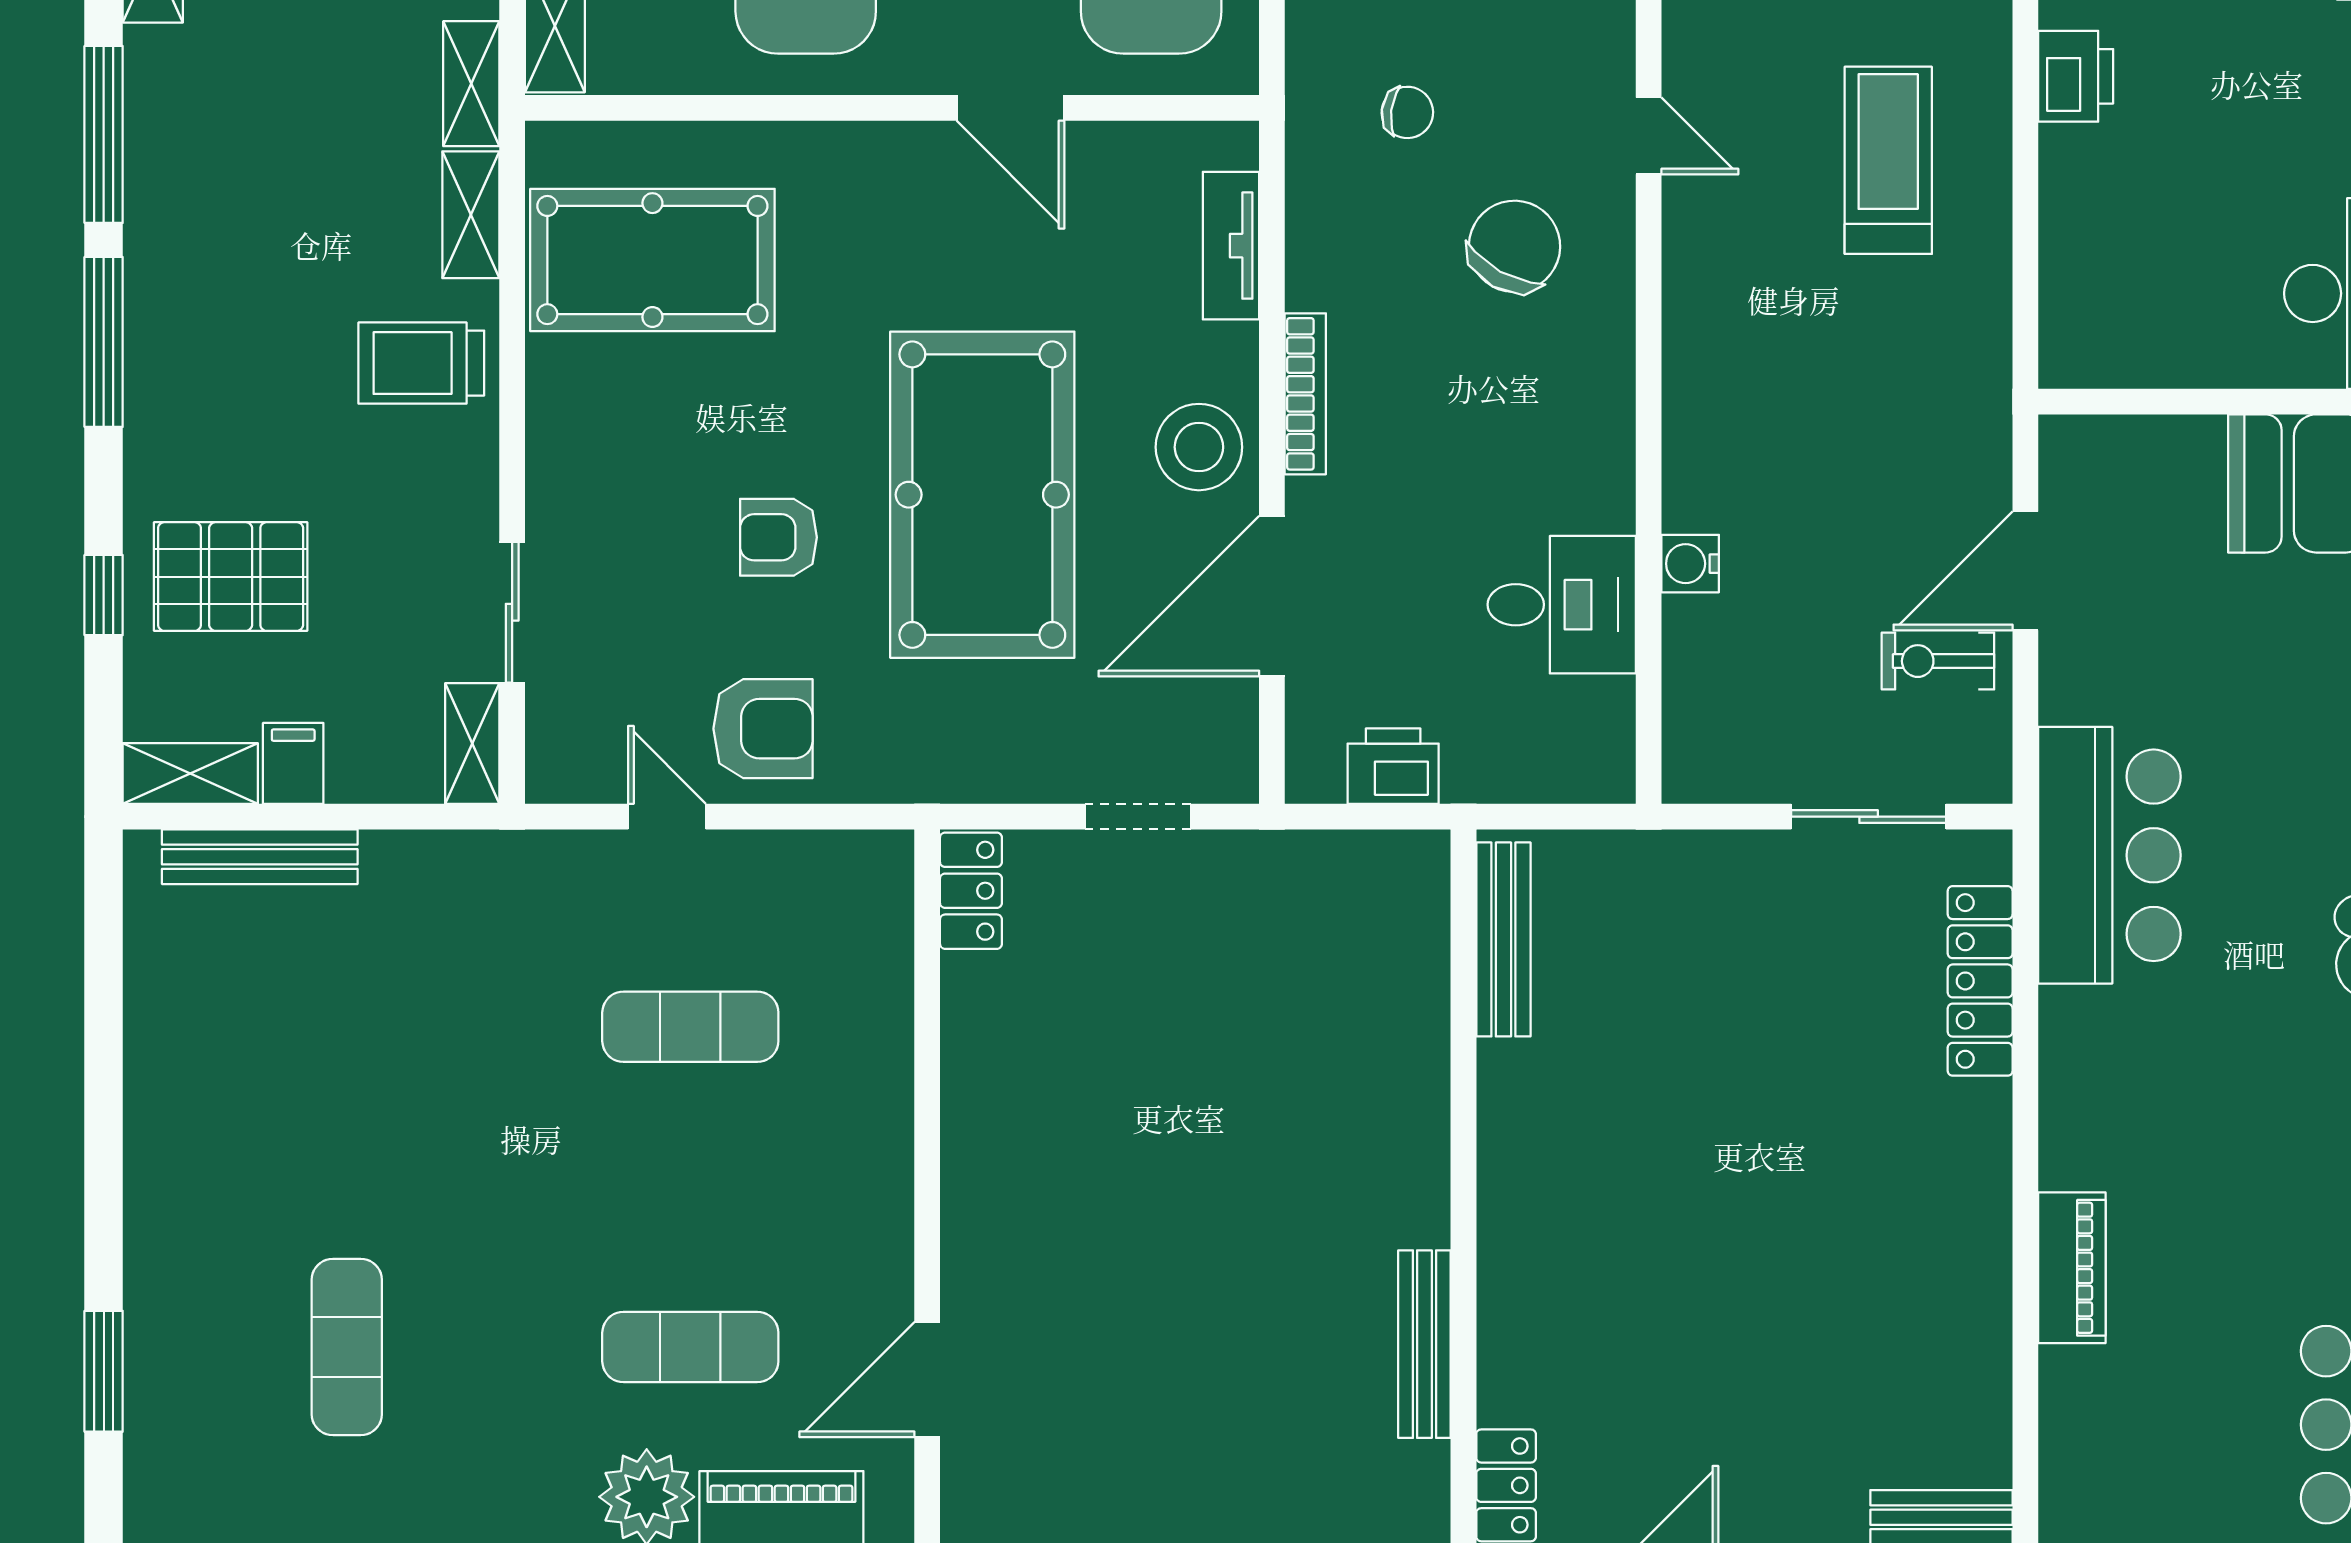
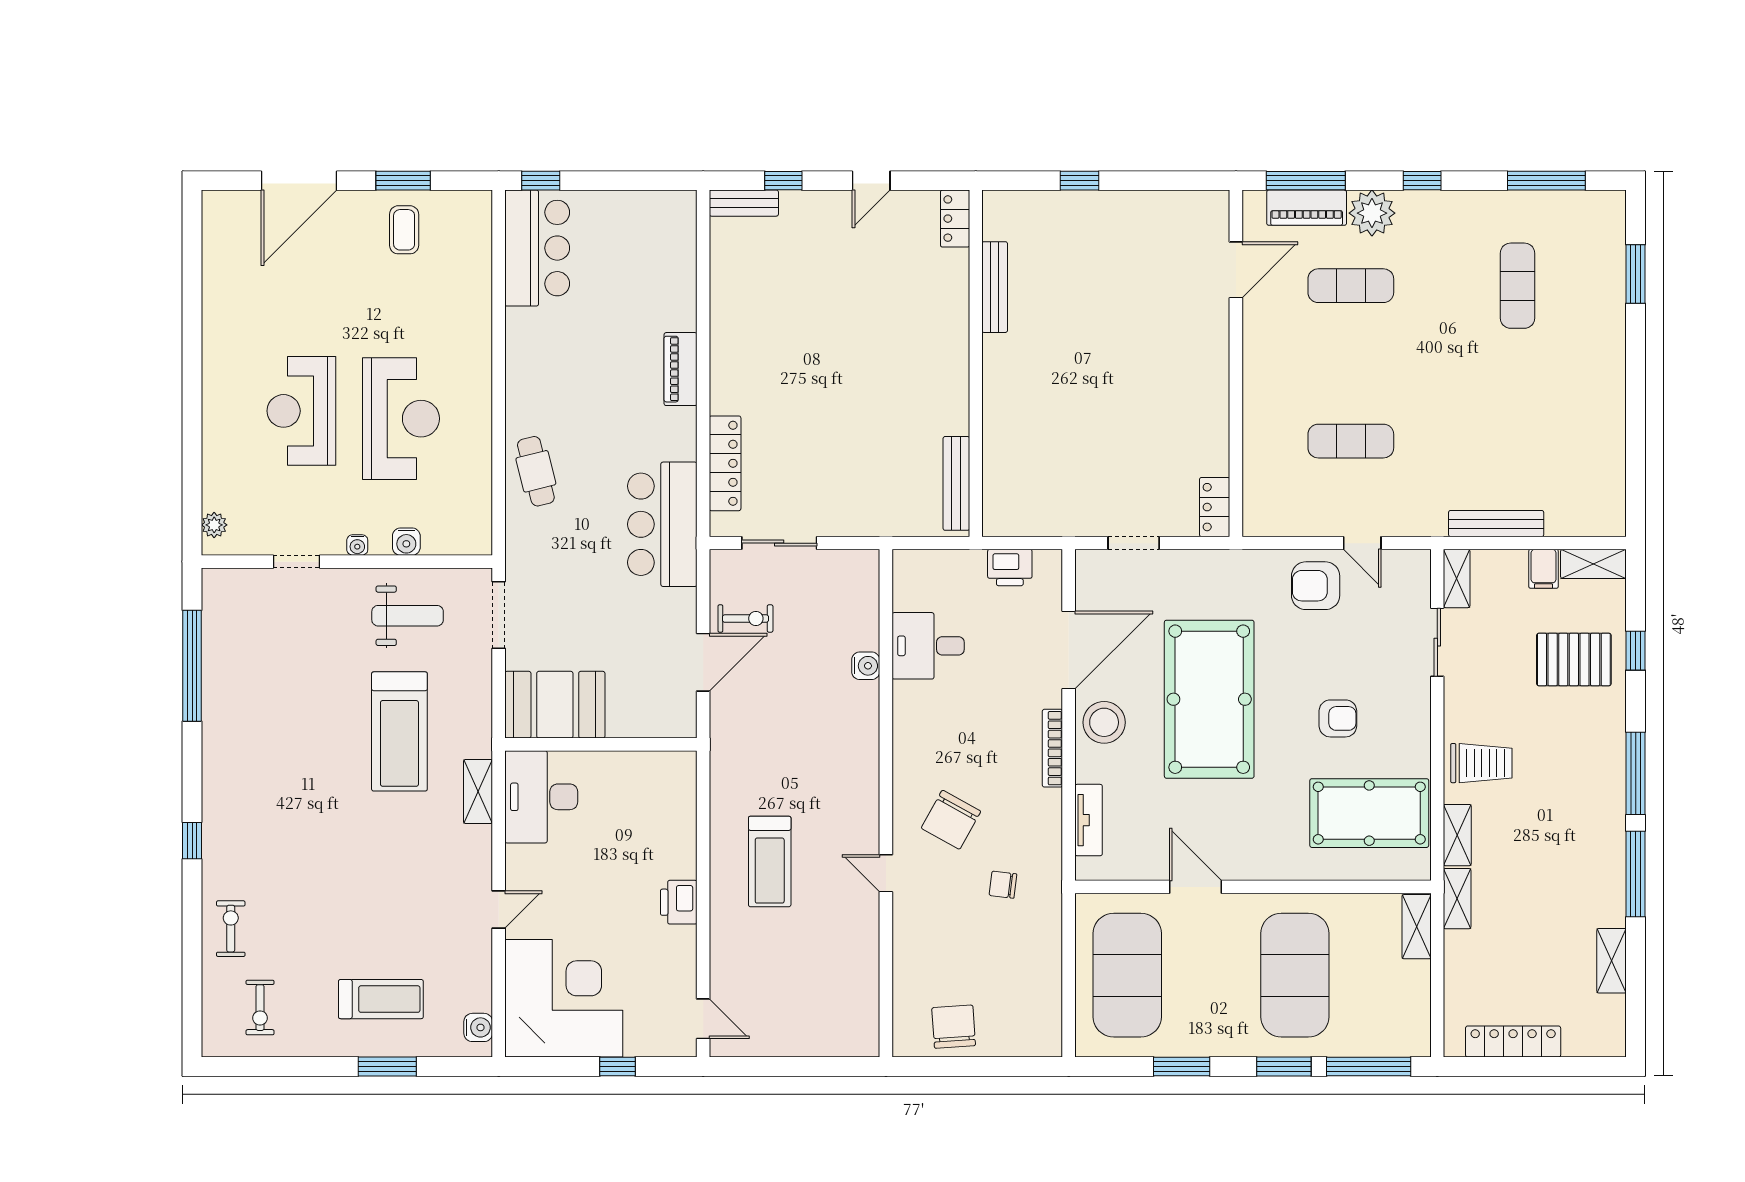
armchair: (779, 537) -> (1338, 718), moved
bench: (260, 857) -> (1496, 524), moved
piano: (2072, 1268) -> (681, 369), moved

